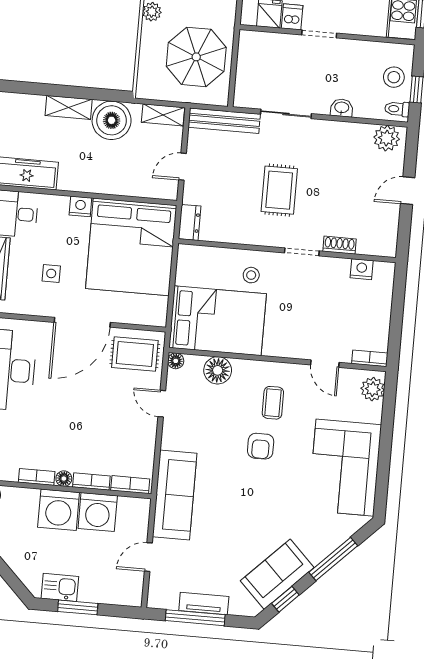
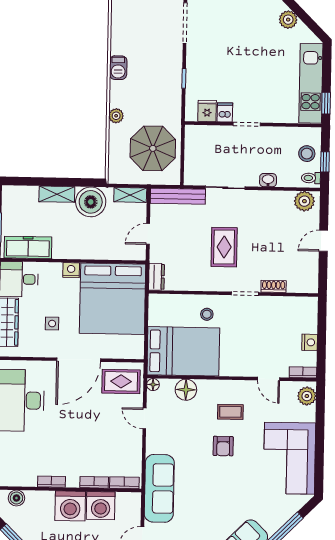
nightstand: (362, 269) -> (310, 342), moved, turned 90
coffee table: (273, 403) -> (230, 412), turned 90
floor lamp: (64, 479) -> (73, 482), removed

